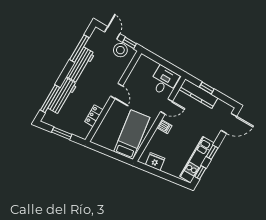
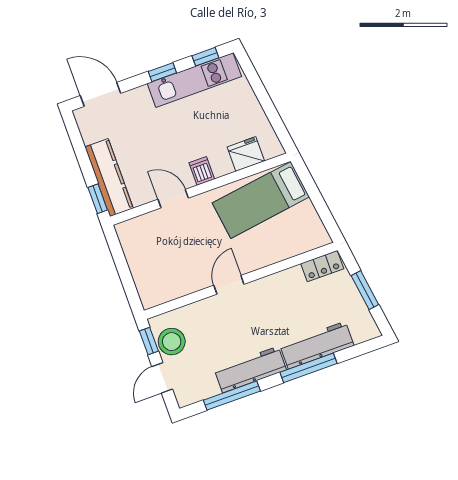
desk: (164, 81) -> (145, 240), removed
window: (207, 88) -> (98, 199), moved
window: (50, 99) -> (309, 368), moved
locker: (94, 116) -> (322, 266), moved
fridge: (155, 161) -> (246, 154), moved, turned 98

